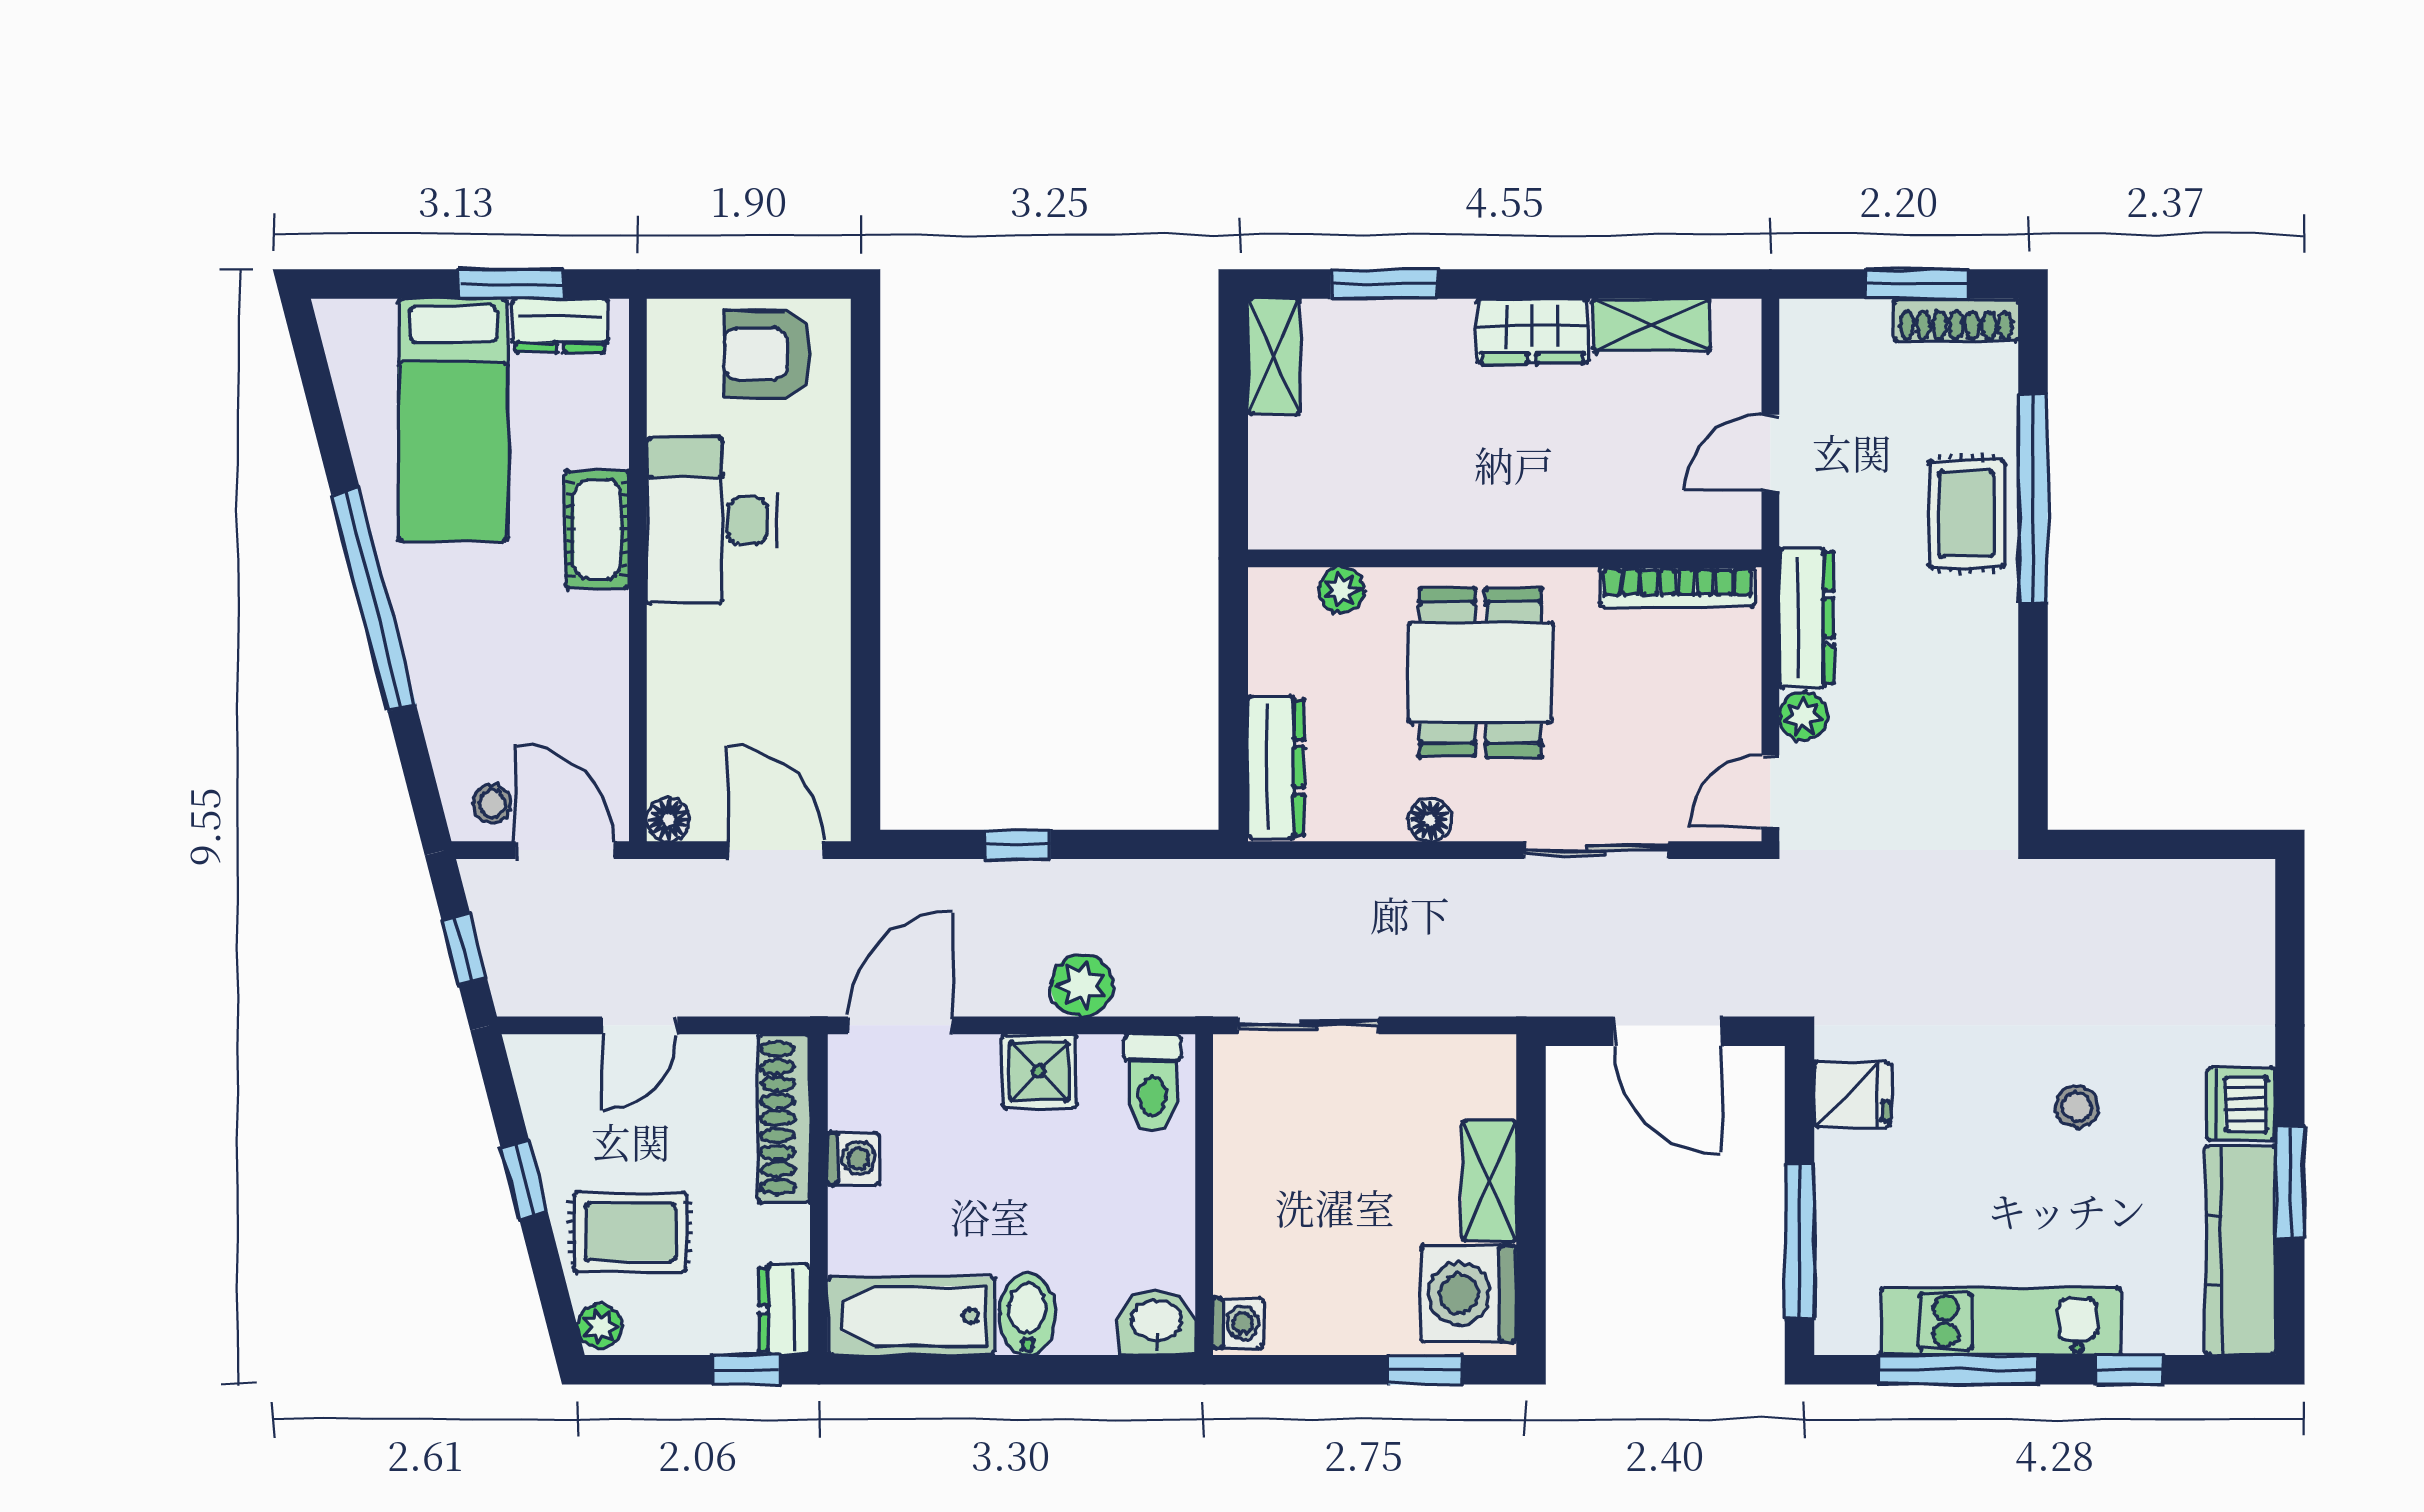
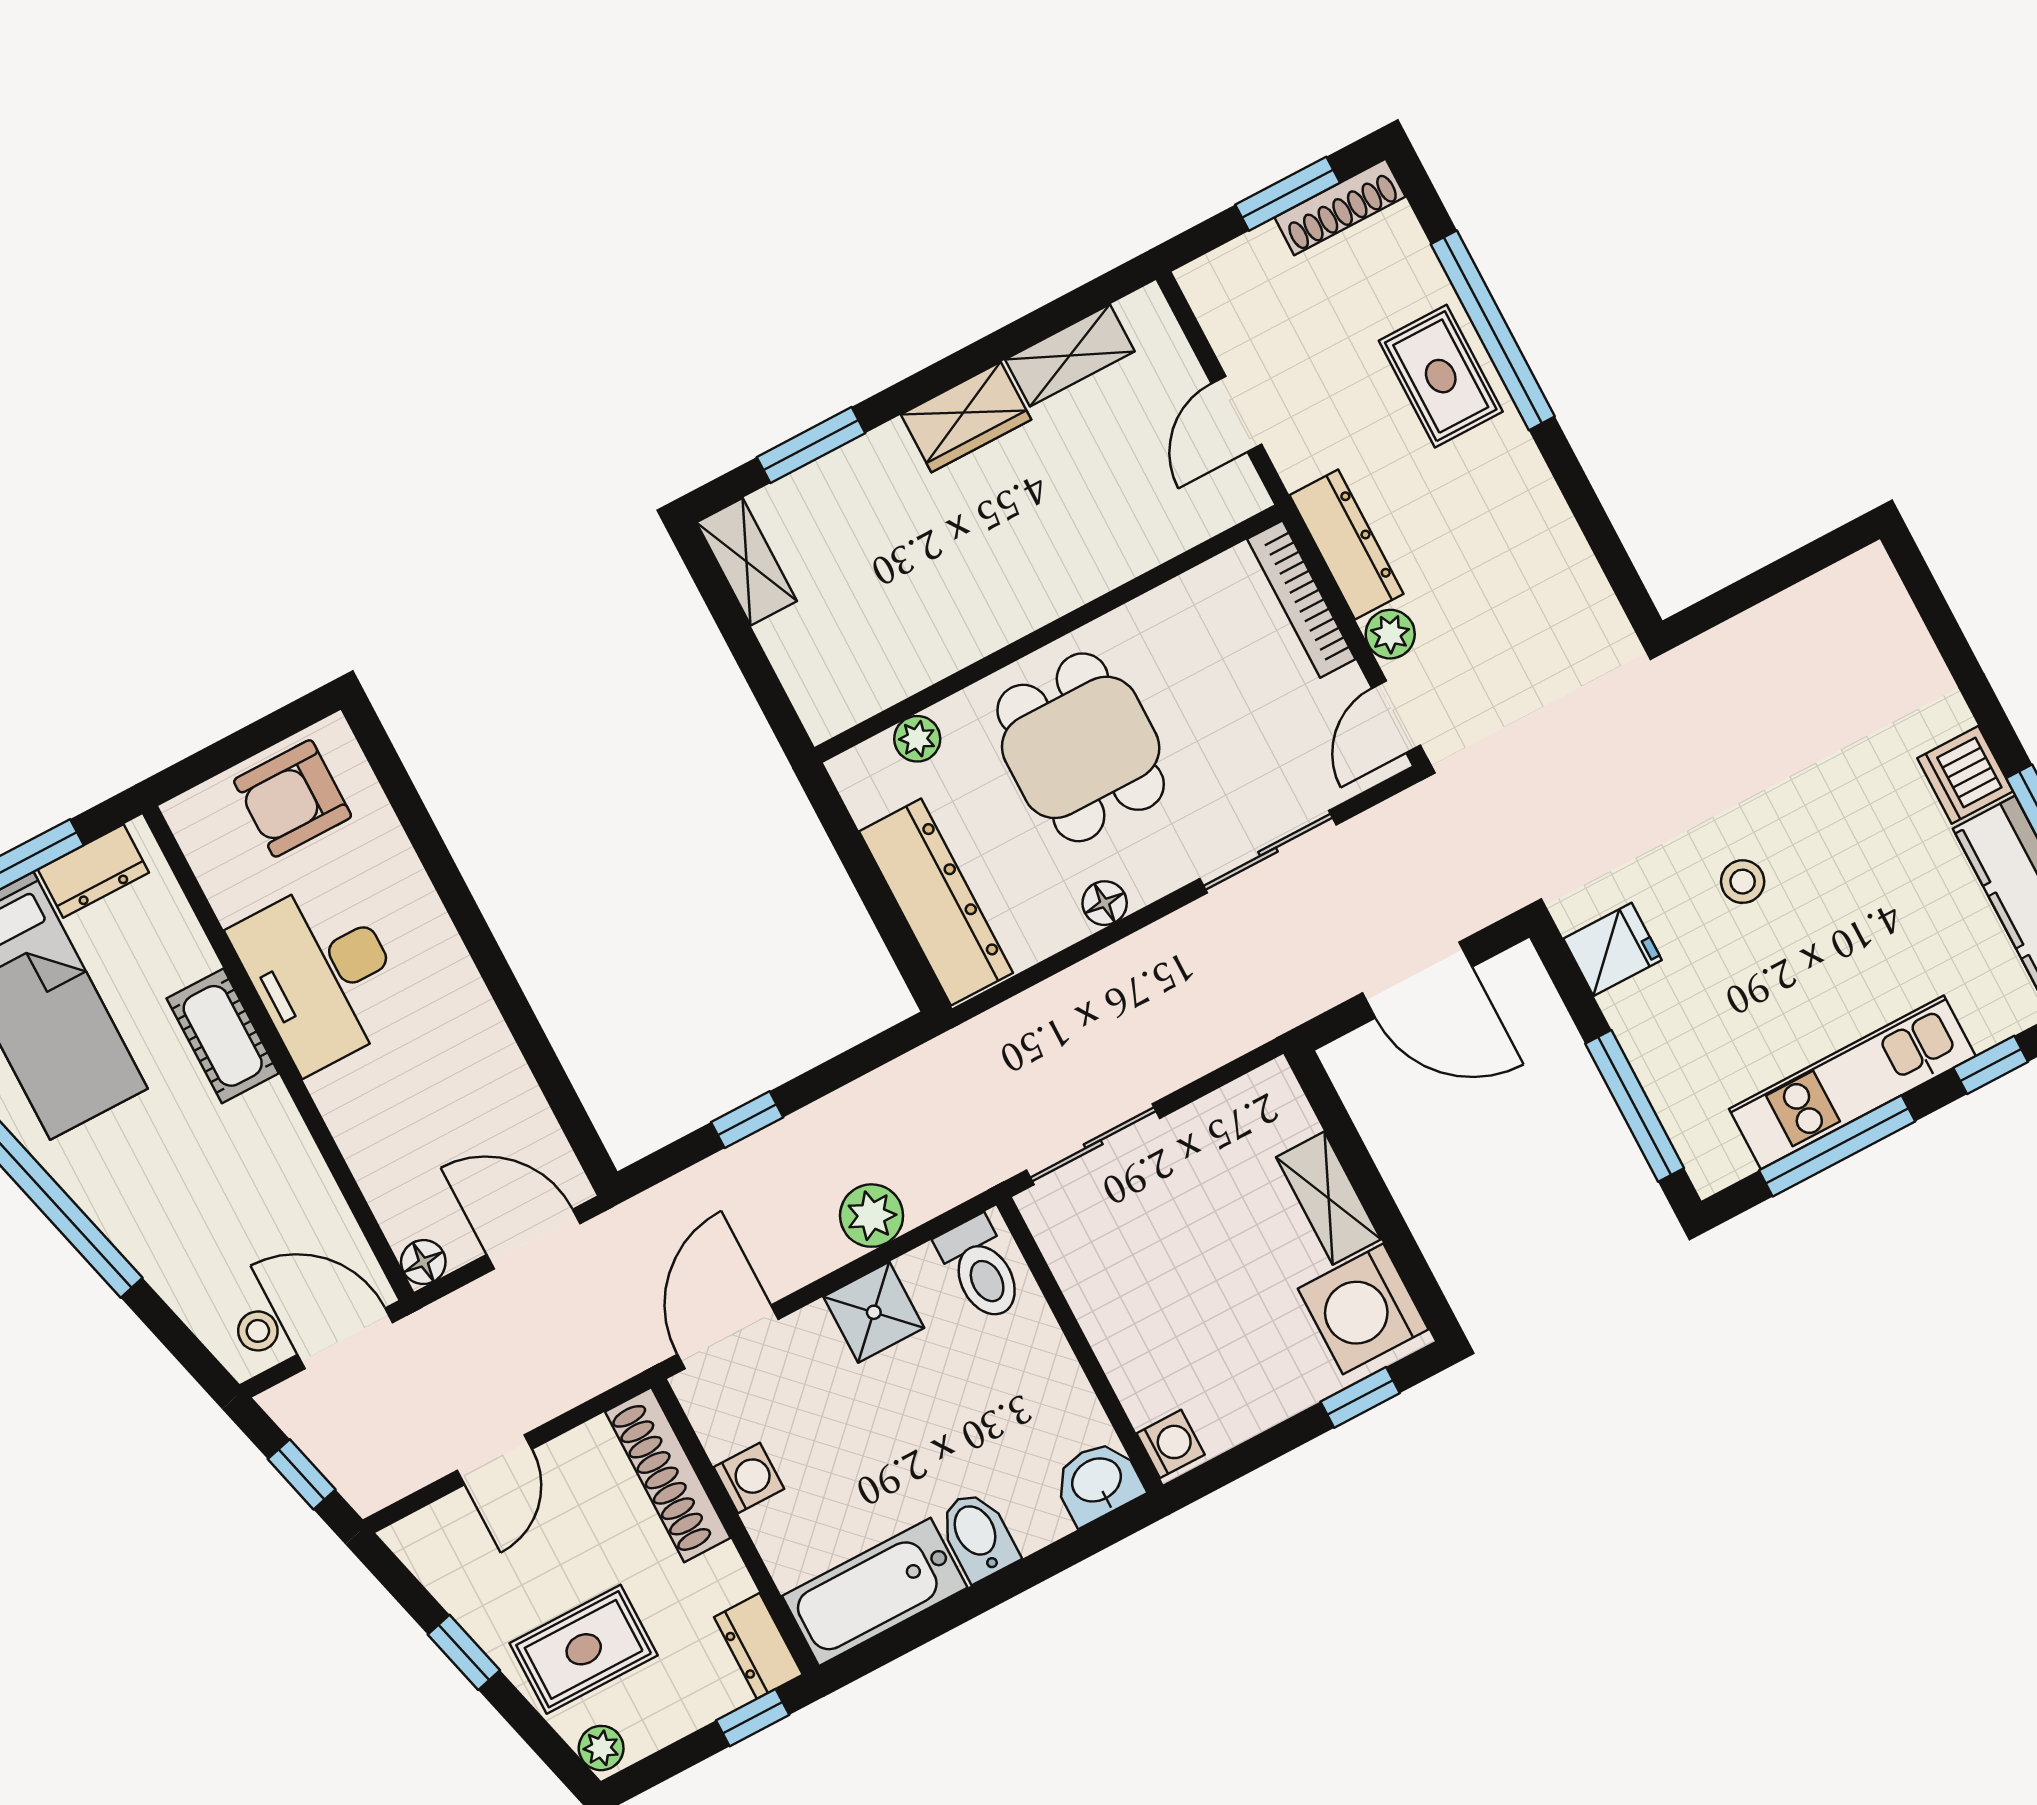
bookcase: (1677, 587) -> (1301, 599), moved, turned 90
dresser: (1276, 767) -> (936, 902), width x1.37, depth x1.24
stool: (2077, 1107) -> (1743, 882), moved

